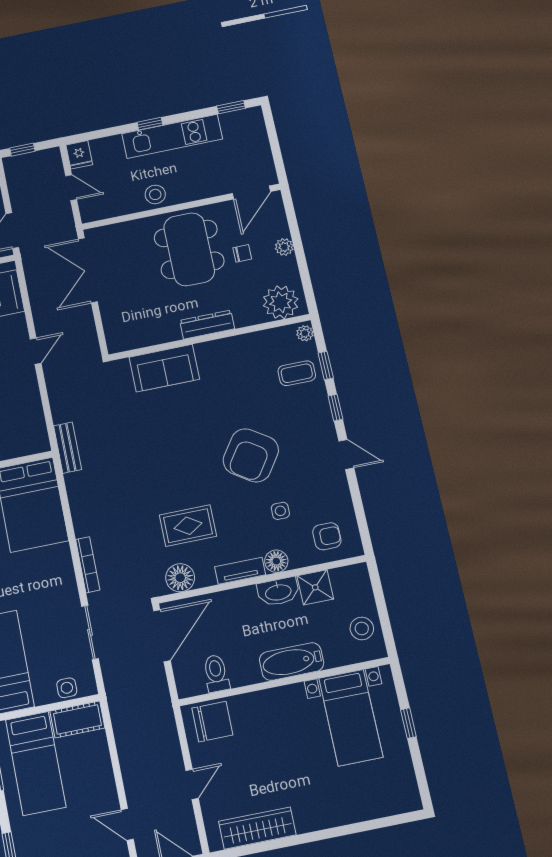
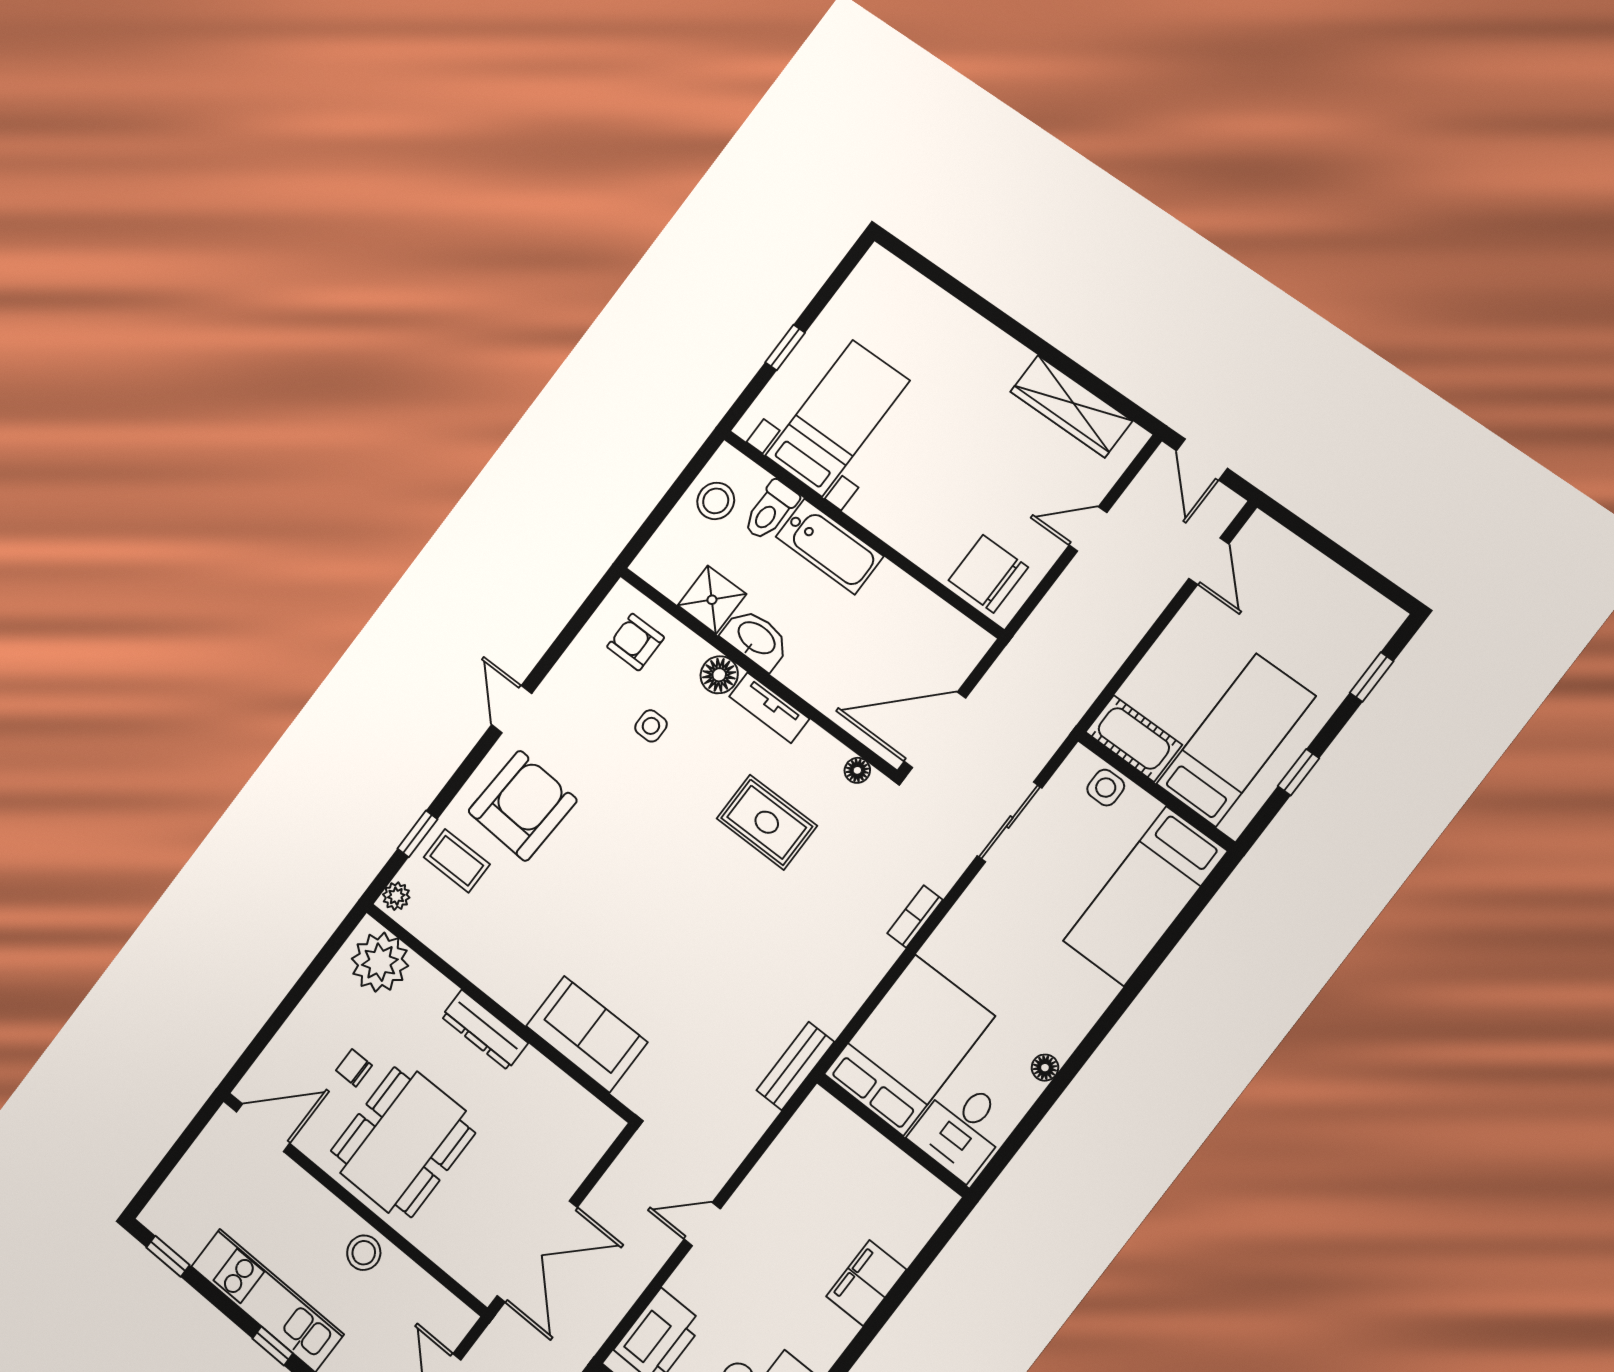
plant: (284, 247) -> (303, 1021), removed
window: (335, 408) -> (462, 775), removed
armchair: (251, 455) -> (523, 806), moved, turned -31
bookcase: (88, 565) -> (915, 916), width x0.64
floor lamp: (180, 578) -> (857, 770), width x0.53, depth x0.53
toilet: (216, 673) -> (771, 510), moved

